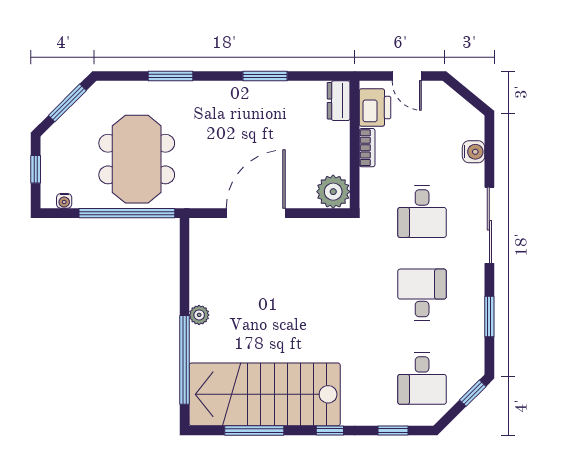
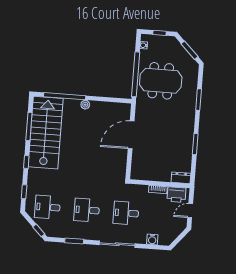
plant: (333, 192) -> (138, 172), removed
door: (256, 213) -> (131, 135), swing flipped
desk: (422, 295) -> (87, 210), turned 180

